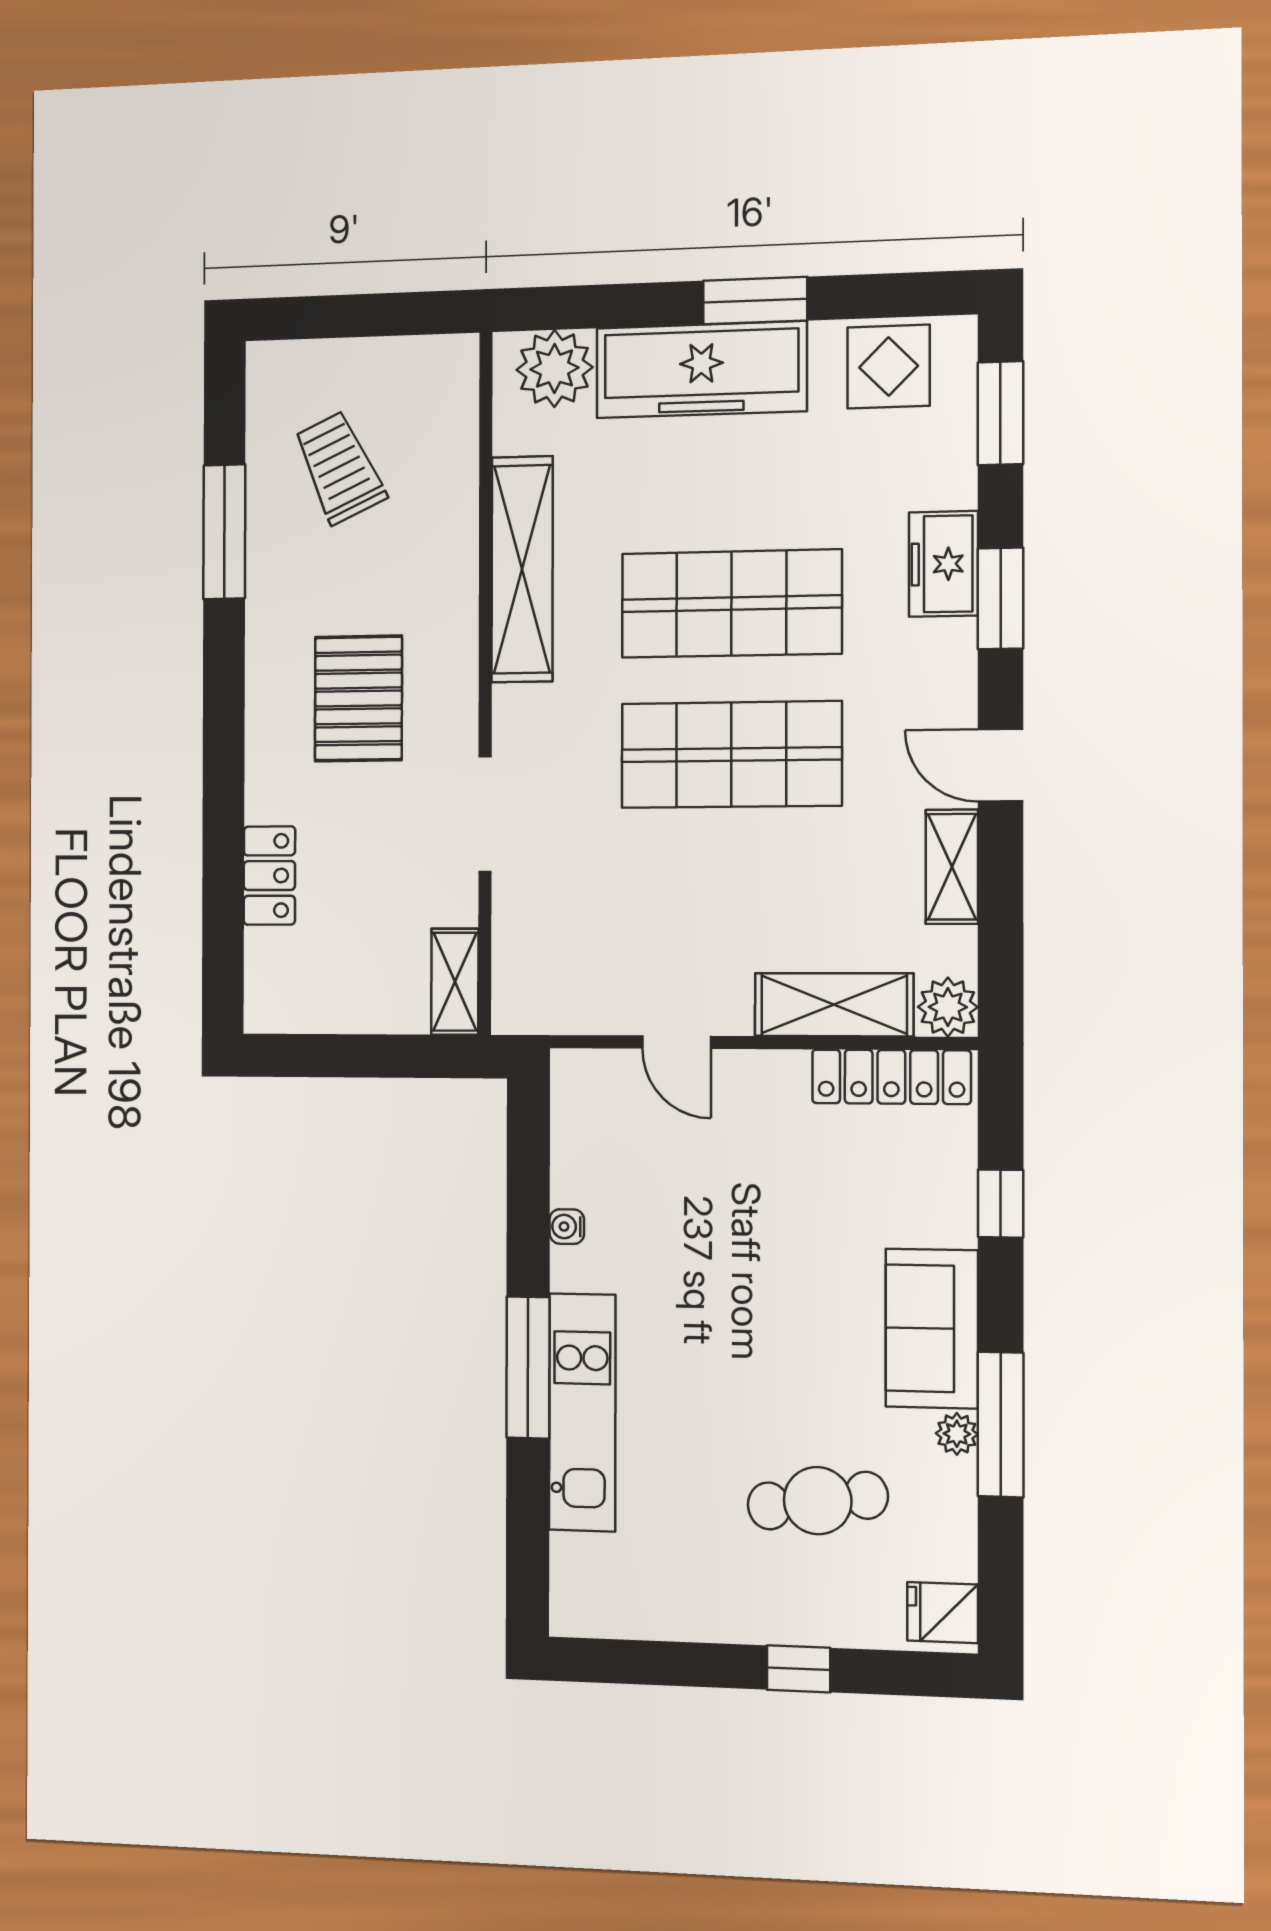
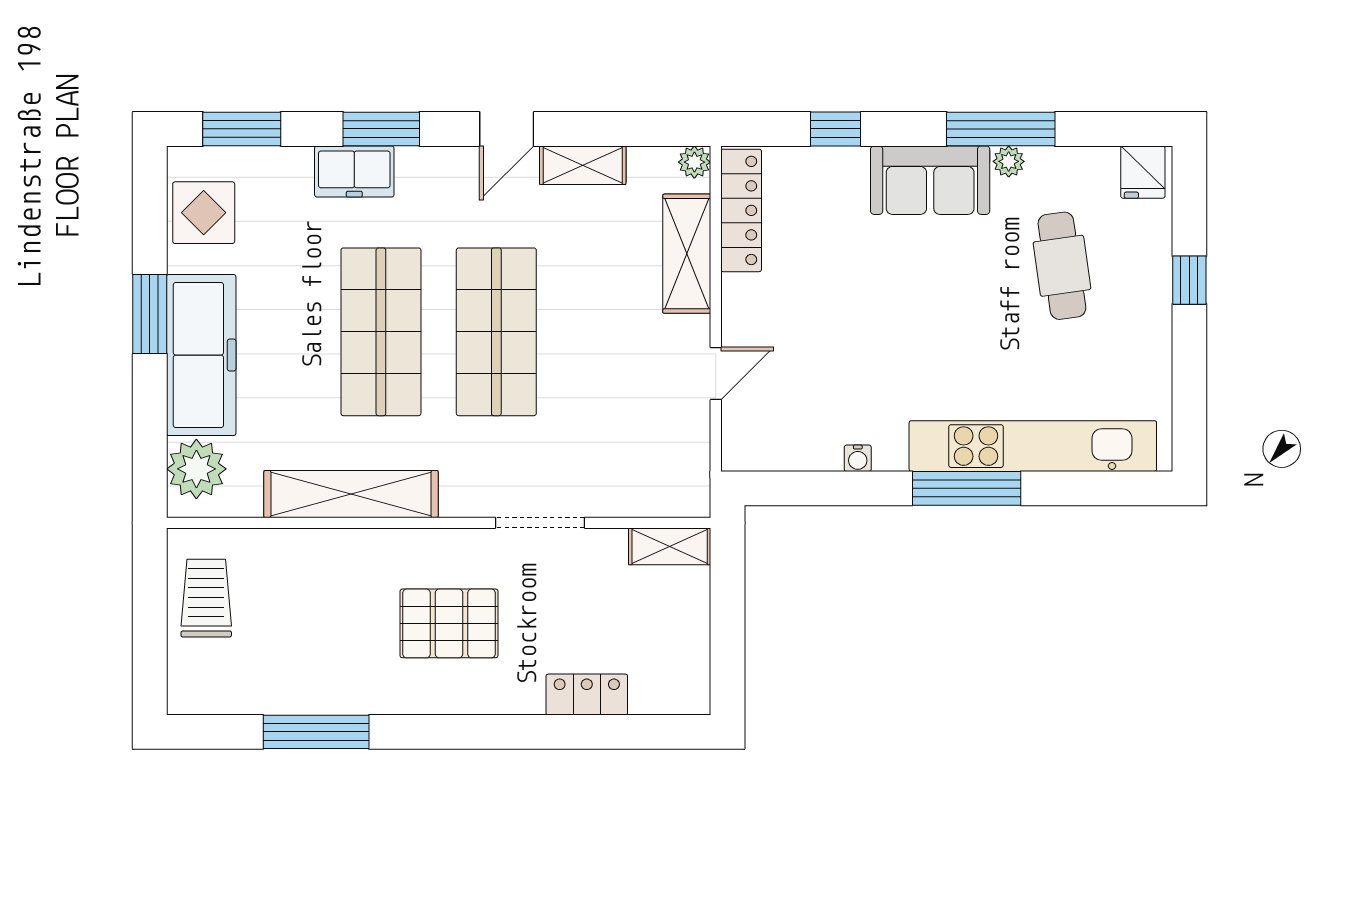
trolley: (339, 468) -> (206, 598), moved, turned 115
plant: (948, 1007) -> (694, 162), width x0.73, depth x0.73
kitchen unit: (582, 1412) -> (1033, 446), width x1.36

